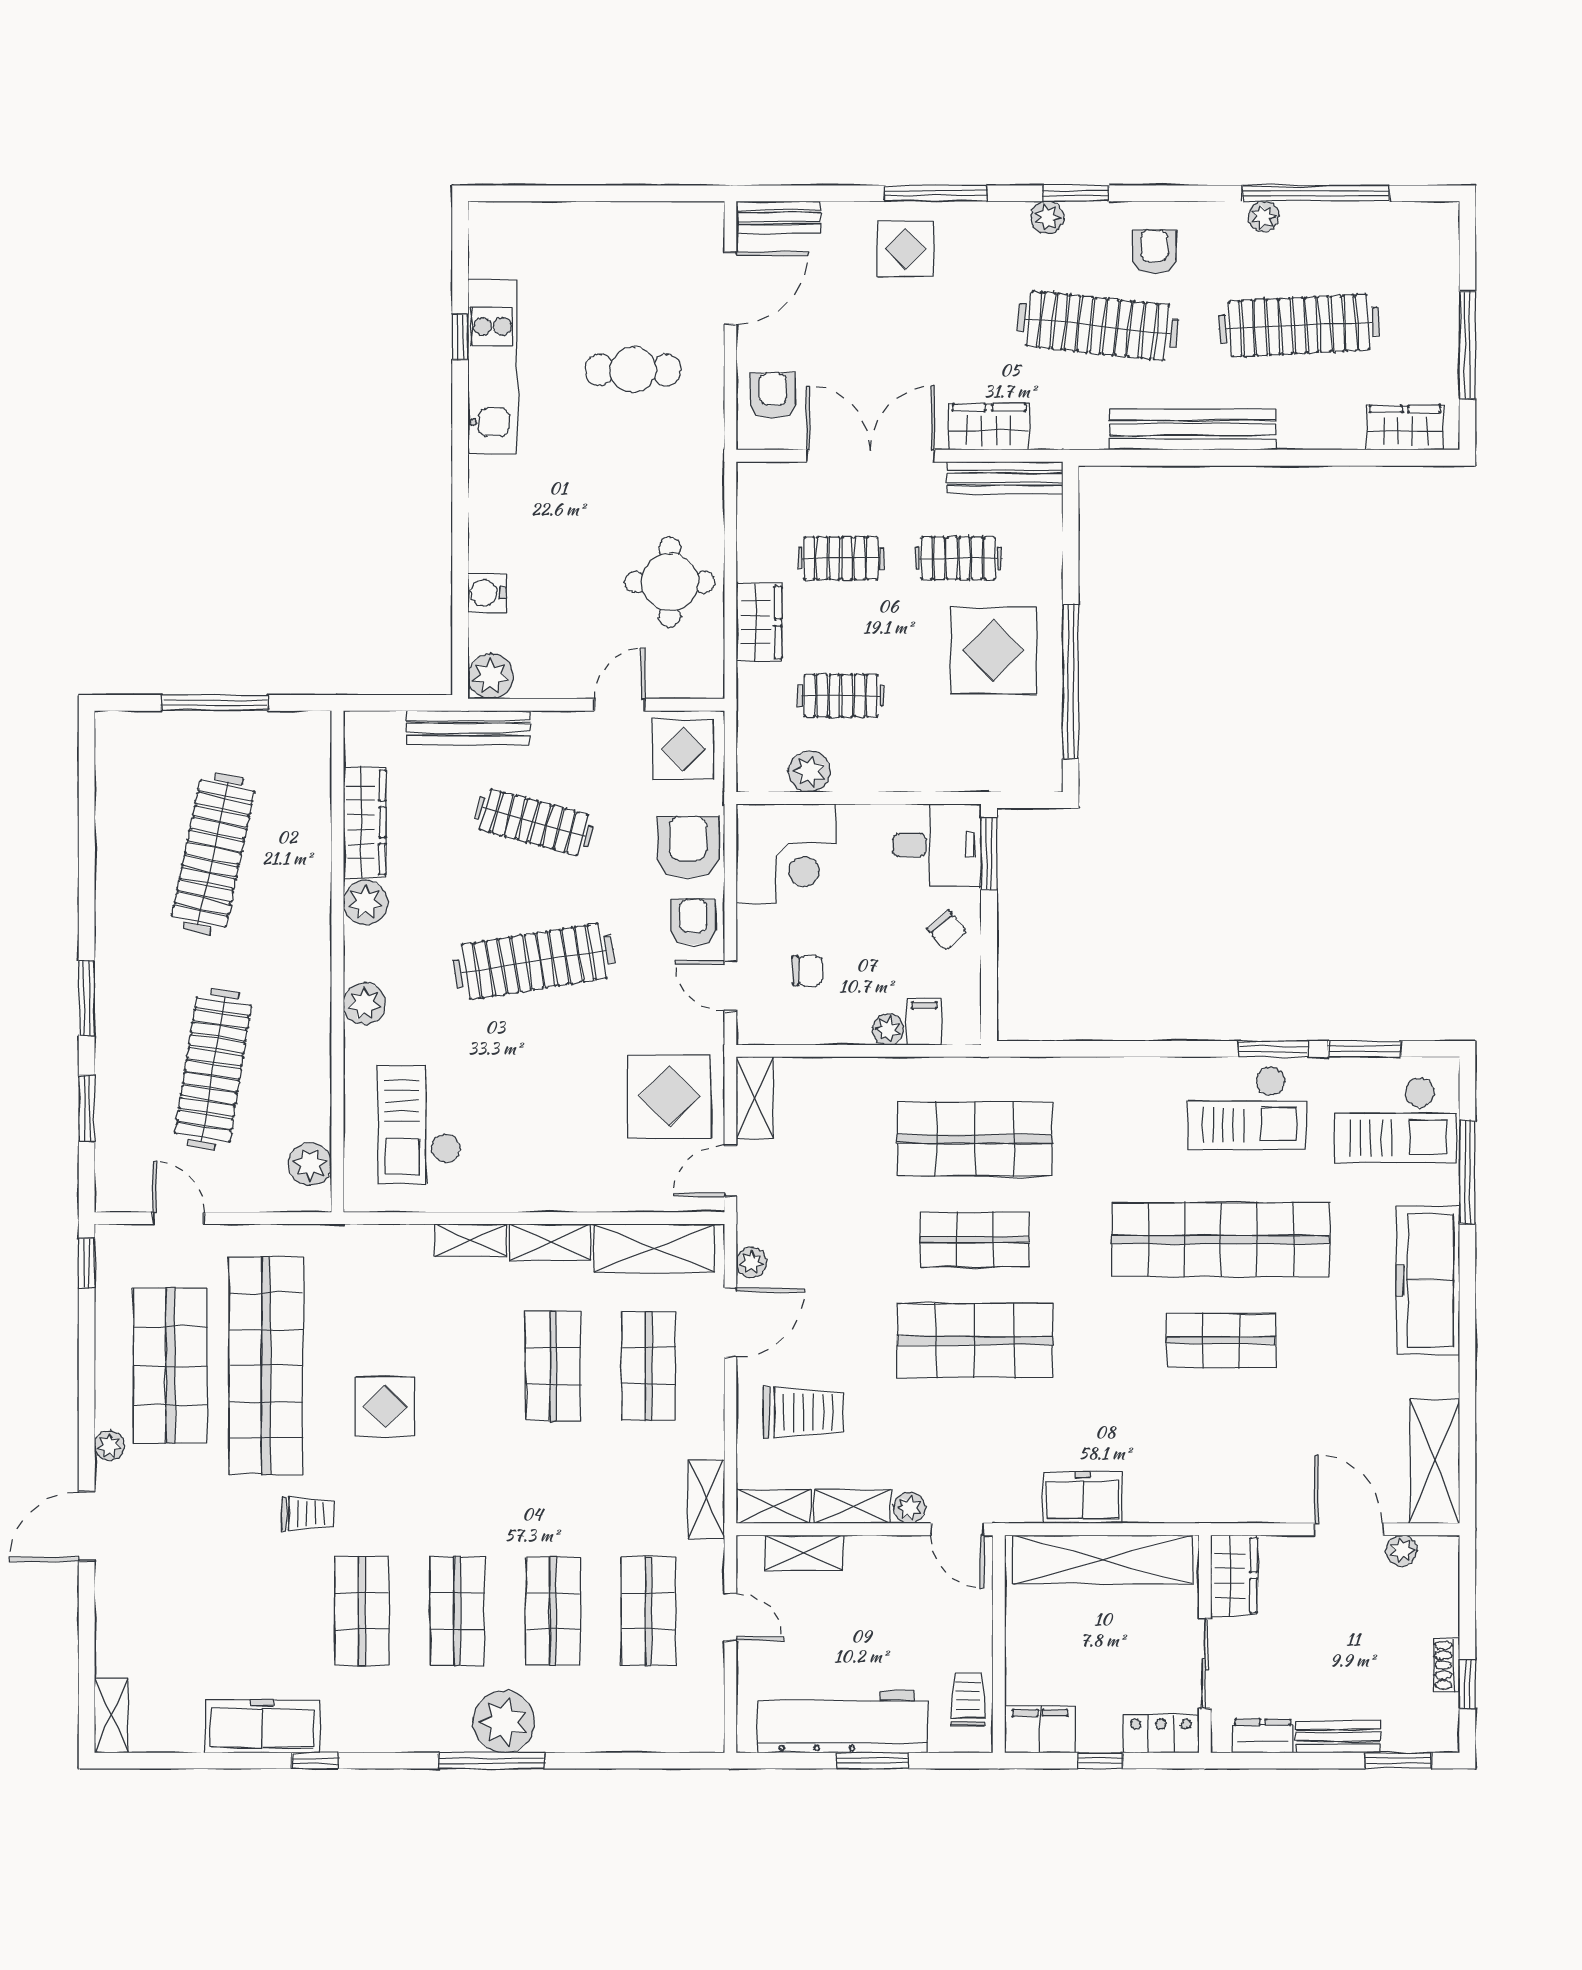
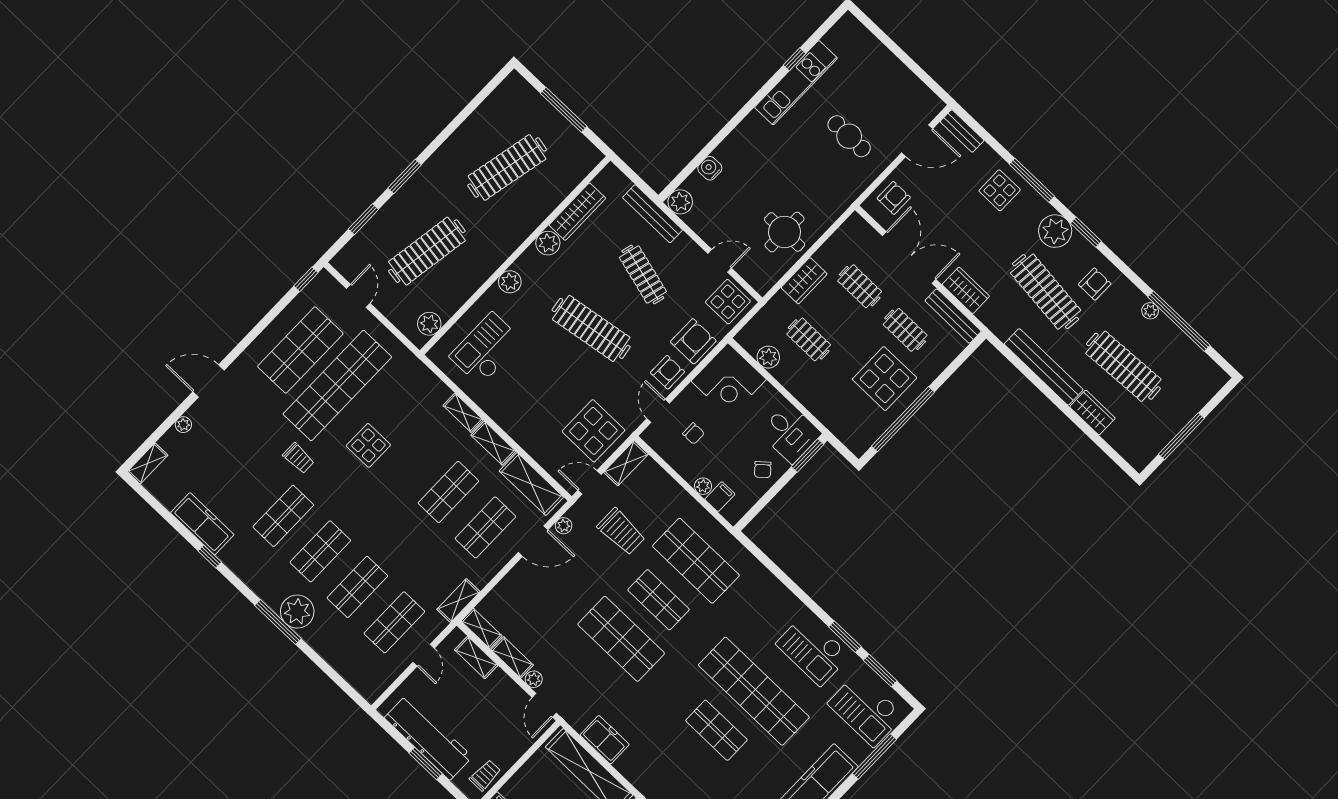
plant: (1047, 217) -> (1055, 231), width x1.88, depth x1.88
wardrobe: (1405, 428) -> (1092, 413), moved
trolley: (803, 1413) -> (621, 532), moved
plant: (109, 1446) -> (183, 425), moved

